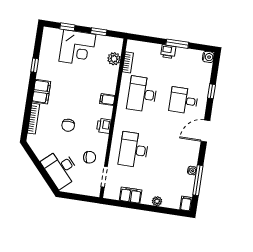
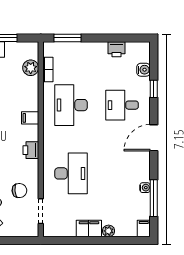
window: (177, 44) -> (68, 38), moved
printer: (168, 52) -> (116, 49), moved
water cooler: (208, 57) -> (143, 70), moved
desk: (134, 150) -> (71, 173), turned 180
filing cabinet: (131, 195) -> (89, 229), moved

